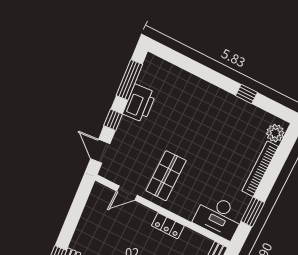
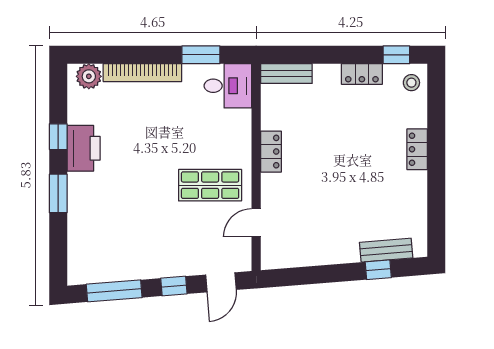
window: (210, 76) -> (58, 193), added
printer: (139, 103) -> (84, 148), moved, turned 95
door: (127, 193) -> (256, 223), swing flipped
desk: (219, 217) -> (228, 86), width x0.73

